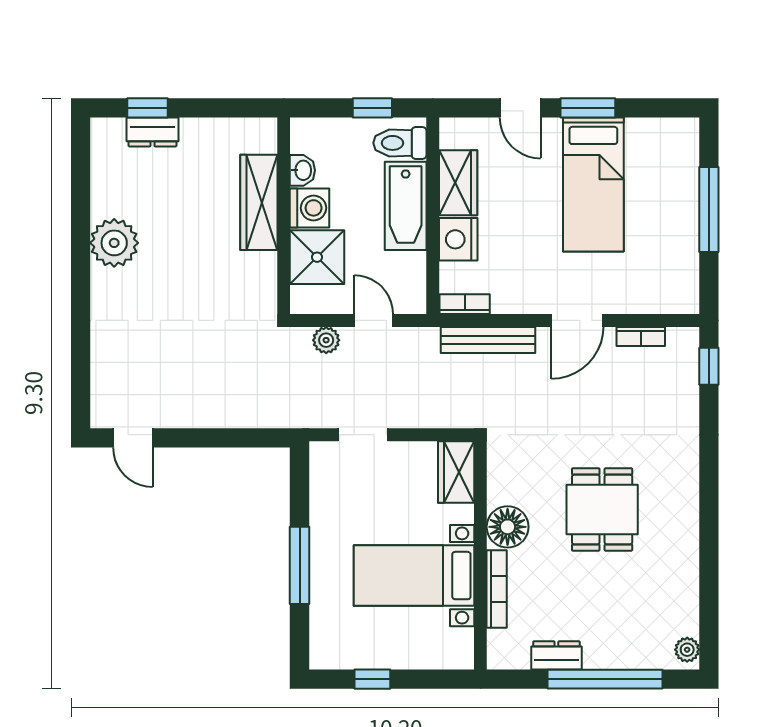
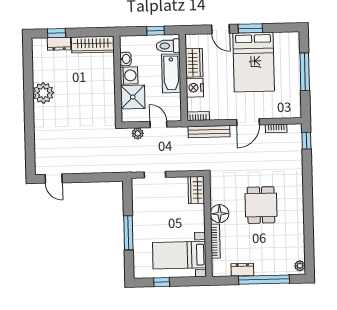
bed: (593, 185) -> (254, 62), width x1.50
wardrobe: (259, 202) -> (93, 45), moved, turned -90
bed with nightstands: (414, 576) -> (179, 255), moved

